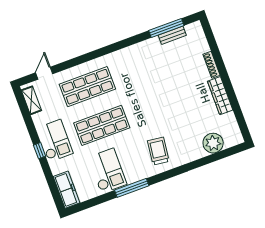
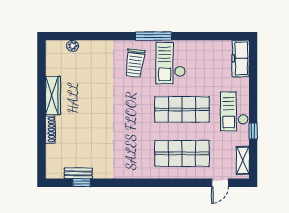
window: (166, 28) -> (82, 183), width x0.46
plant: (213, 143) -> (73, 46), width x0.53, depth x0.53
window: (40, 151) -> (253, 131), moved
checkout: (107, 171) -> (171, 63), moved
window: (132, 188) -> (153, 36), moved

